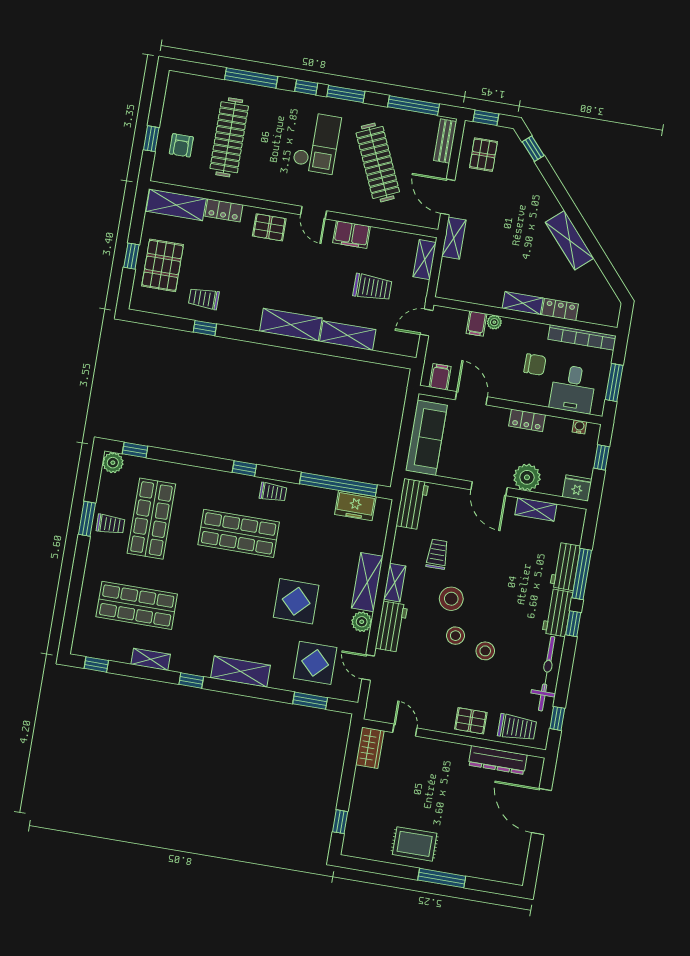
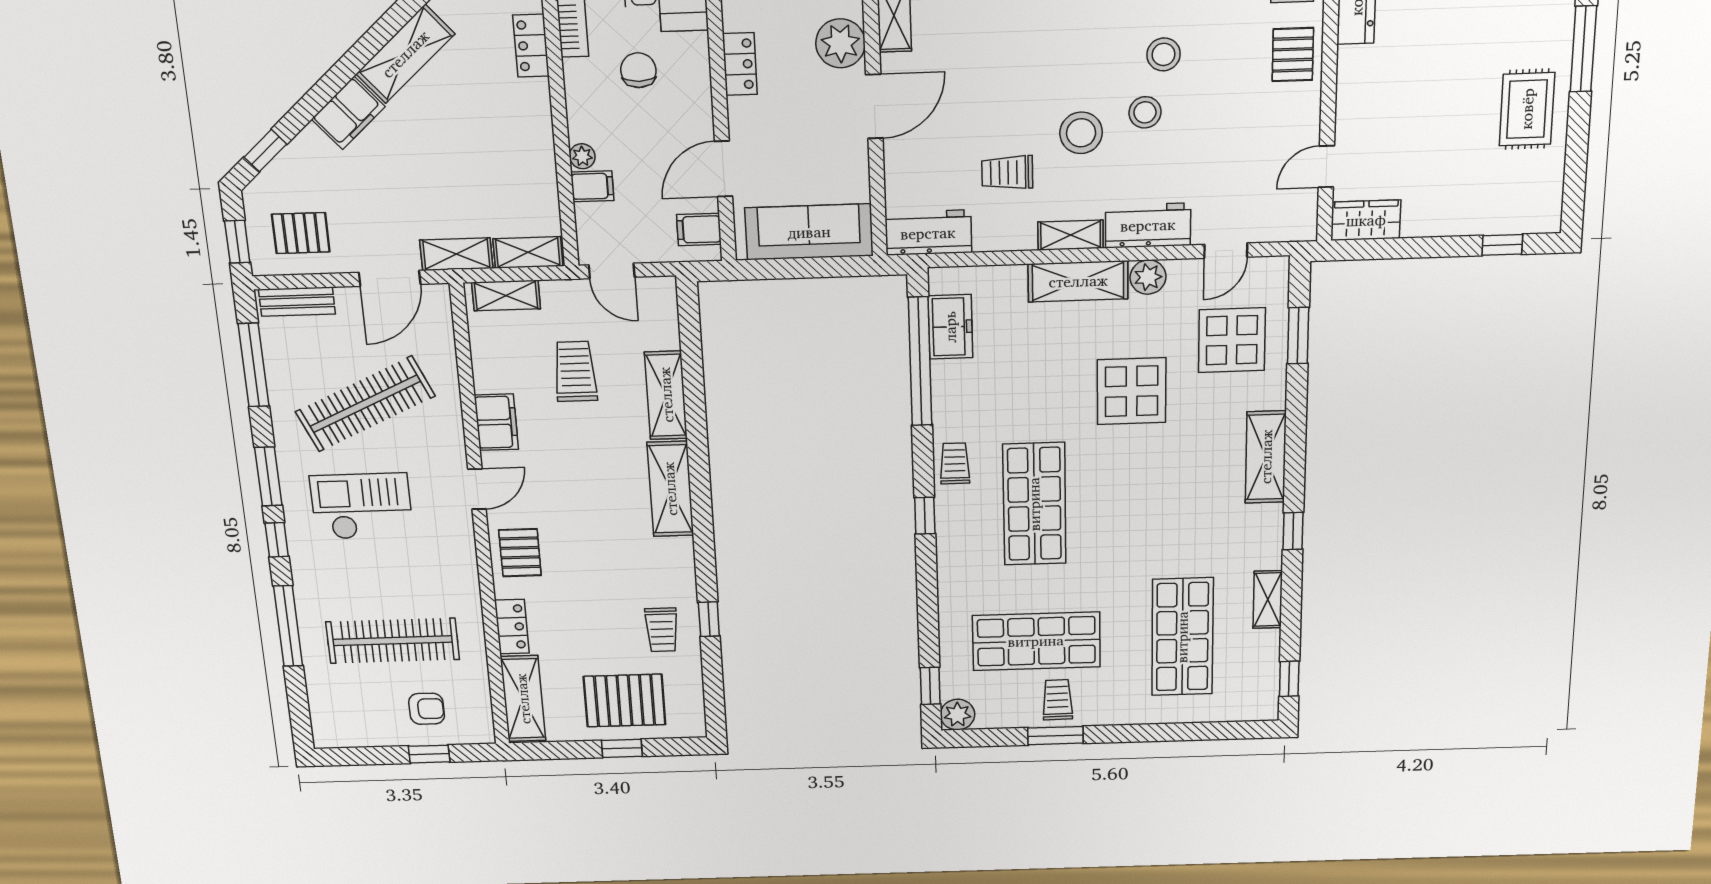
filing cabinet: (544, 200) -> (348, 113), added
shelving: (523, 303) -> (528, 252), moved, turned 90

